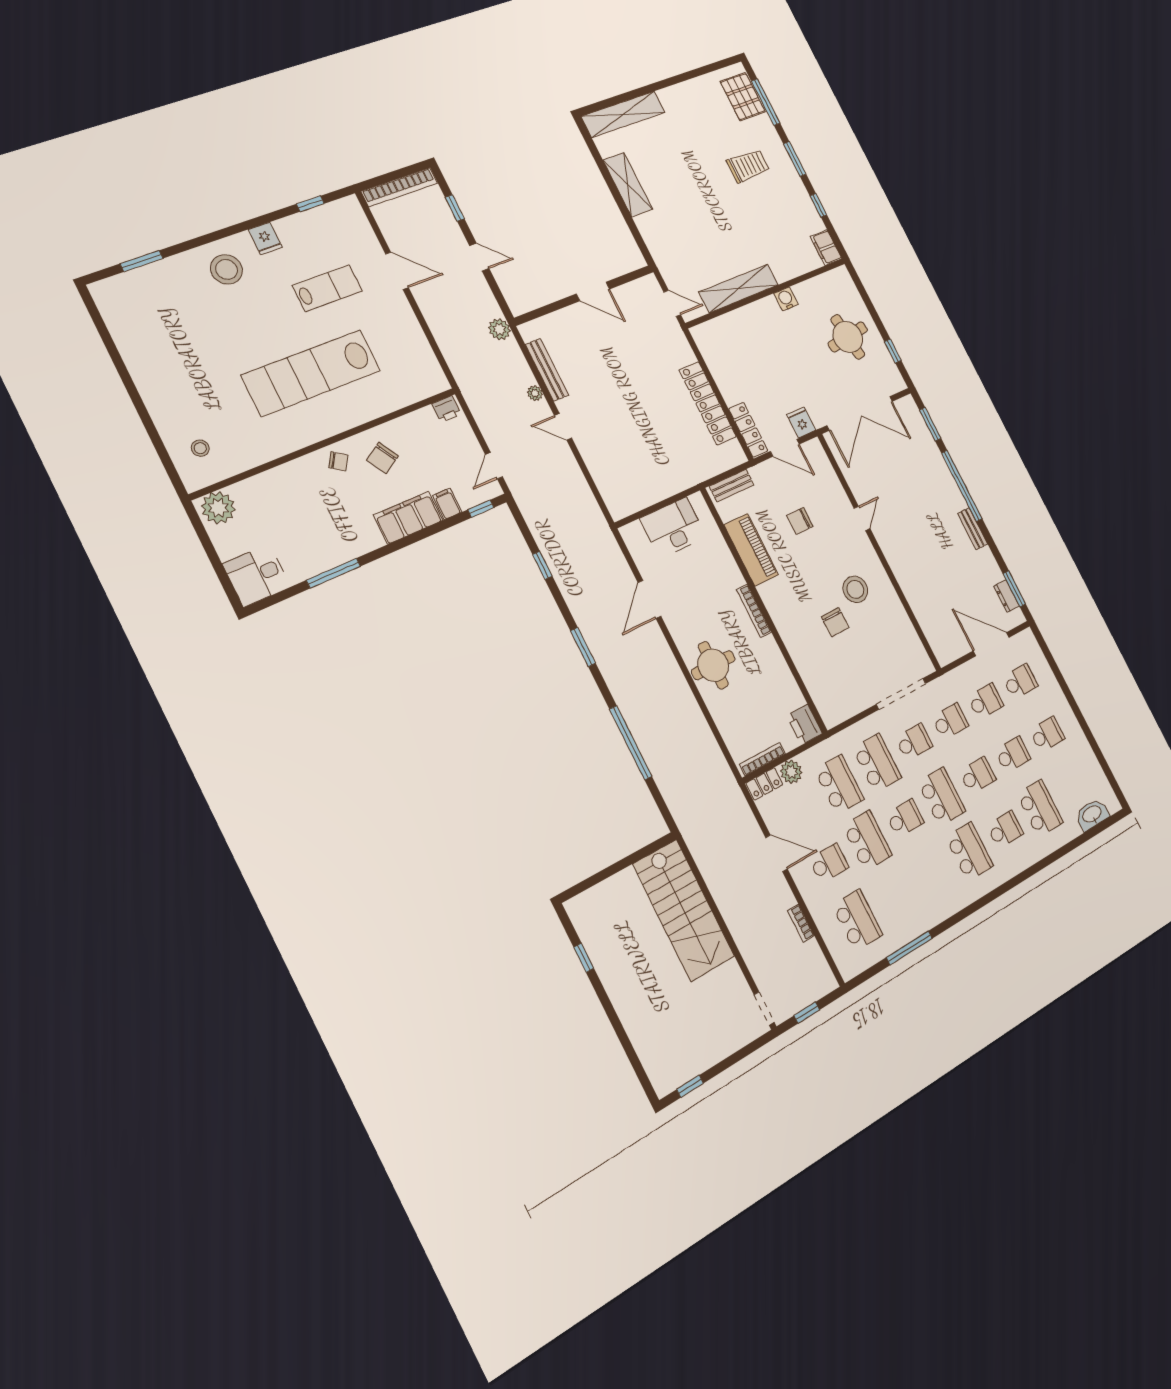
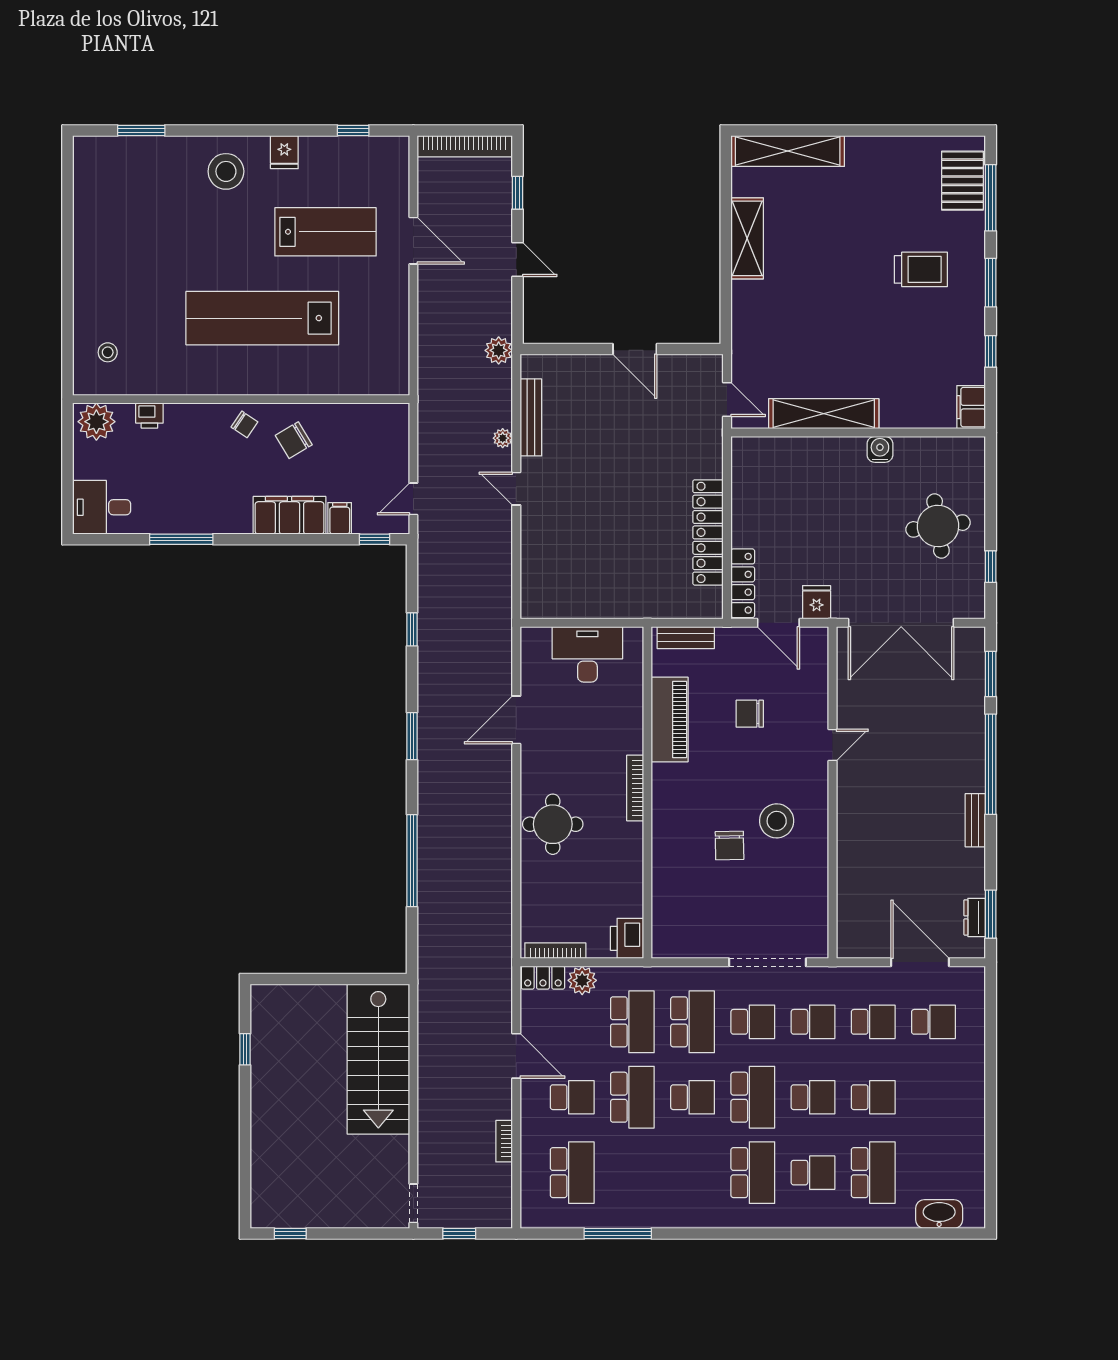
lab bench: (327, 288) -> (326, 232), width x1.36, depth x1.39
printer: (446, 409) -> (149, 416), moved
school desk: (1047, 734) -> (933, 1097), removed

